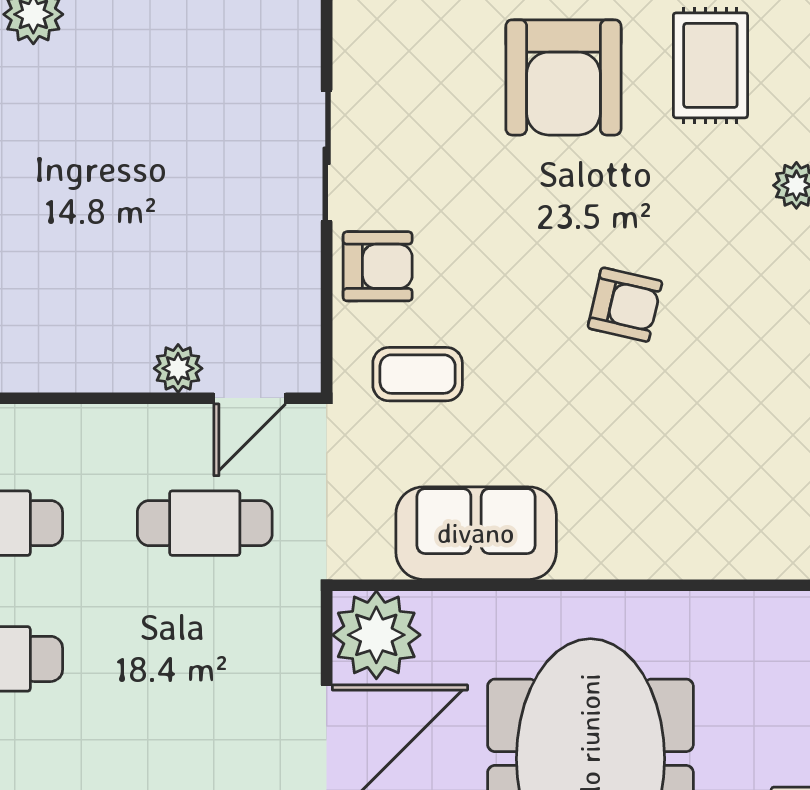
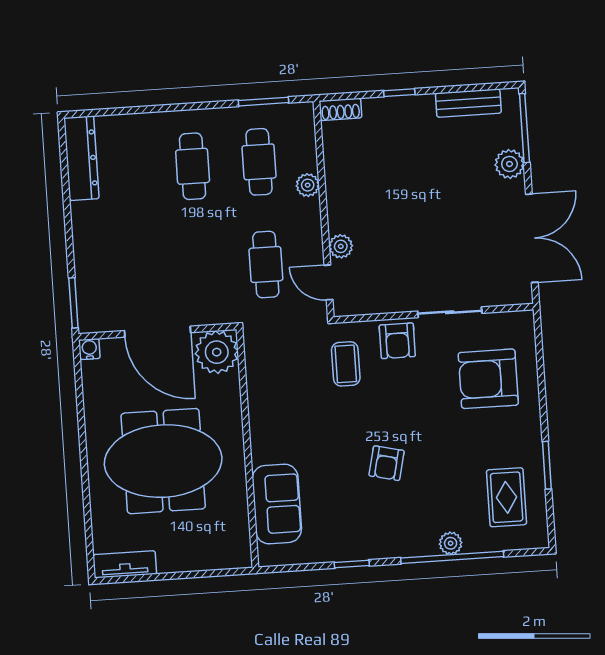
rug: (710, 65) -> (507, 497), turned 90
armchair: (563, 77) -> (488, 379), moved
plant: (49, 427) -> (308, 185), added
sofa: (476, 533) -> (277, 504), moved

